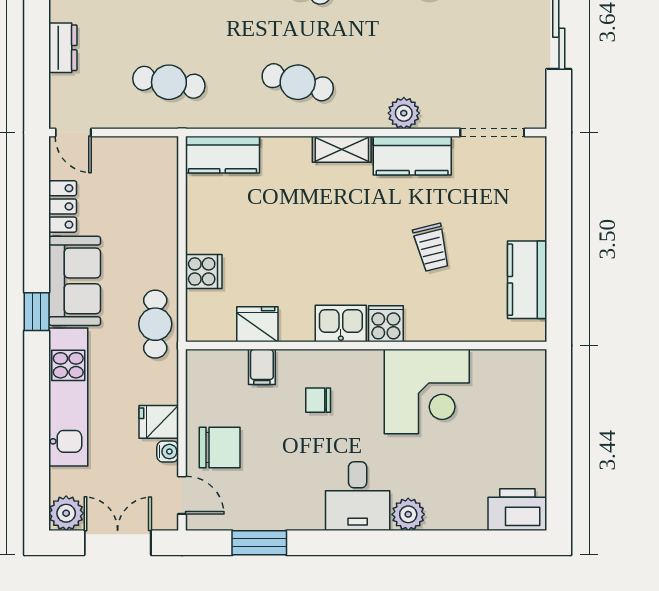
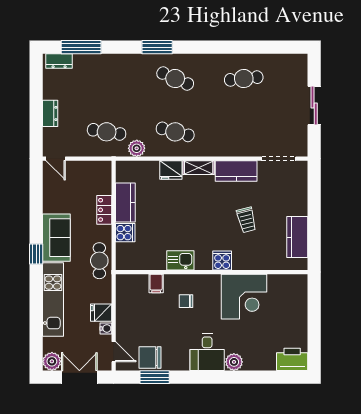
plant: (404, 113) -> (137, 148), moved
kitchen counter: (223, 155) -> (125, 203), moved, turned -90
locker: (63, 206) -> (104, 210), moved, turned 180
kitchen sink: (341, 323) -> (180, 260), moved
fridge: (257, 324) -> (171, 170), moved, turned 180
chair: (220, 448) -> (150, 357), moved, turned 180

